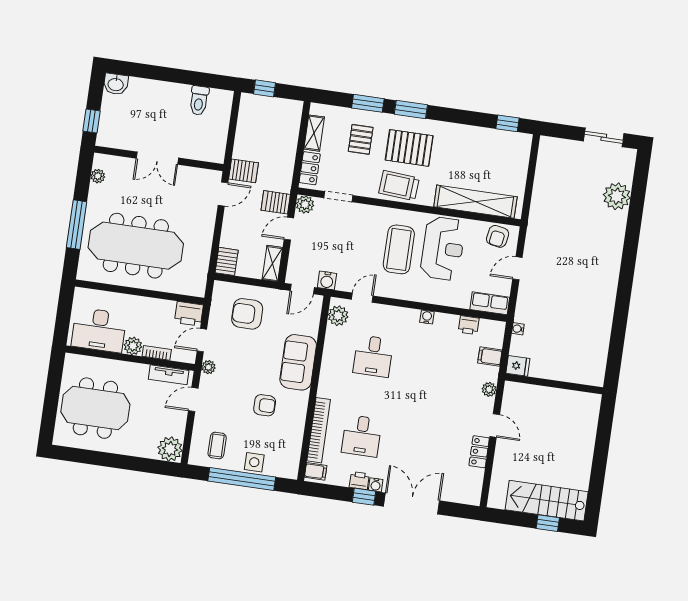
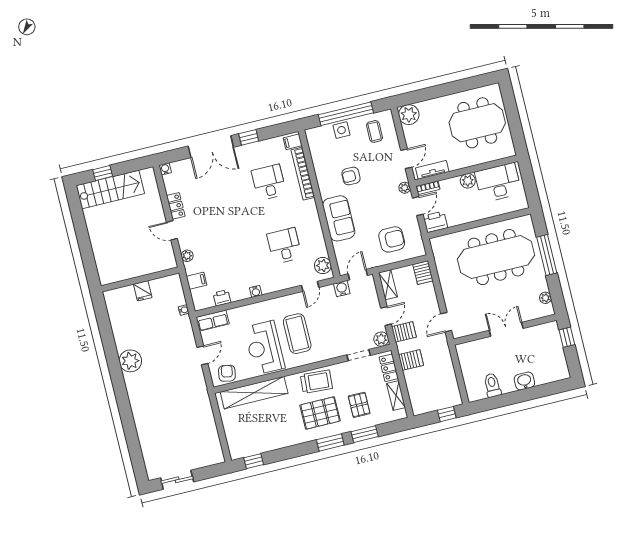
washbasin: (116, 84) -> (524, 381), moved
server rack: (243, 171) -> (411, 360), moved, turned 180
plant: (617, 196) -> (130, 361), moved
bookcase: (157, 353) -> (428, 188), moved
fridge: (518, 366) -> (143, 291), moved, turned -90
printer: (359, 481) -> (257, 148), removed
water cooler: (376, 485) -> (165, 169), moved

